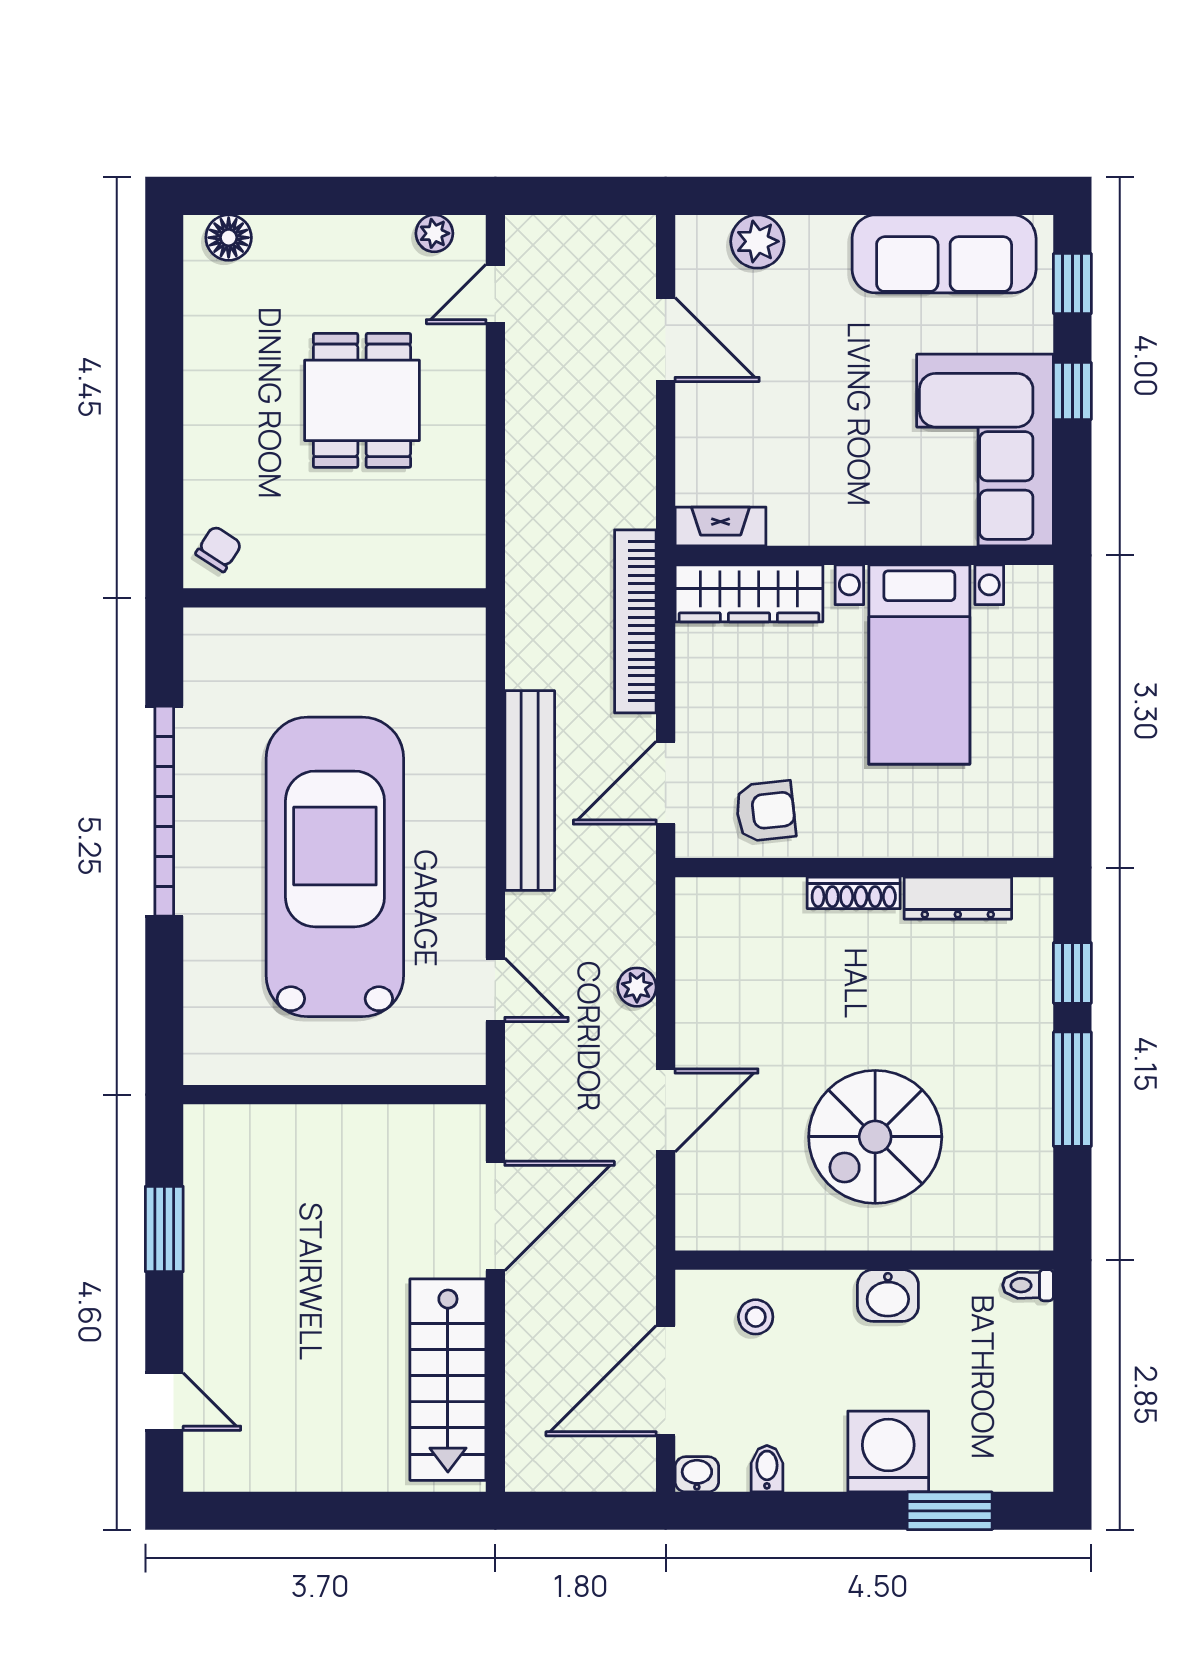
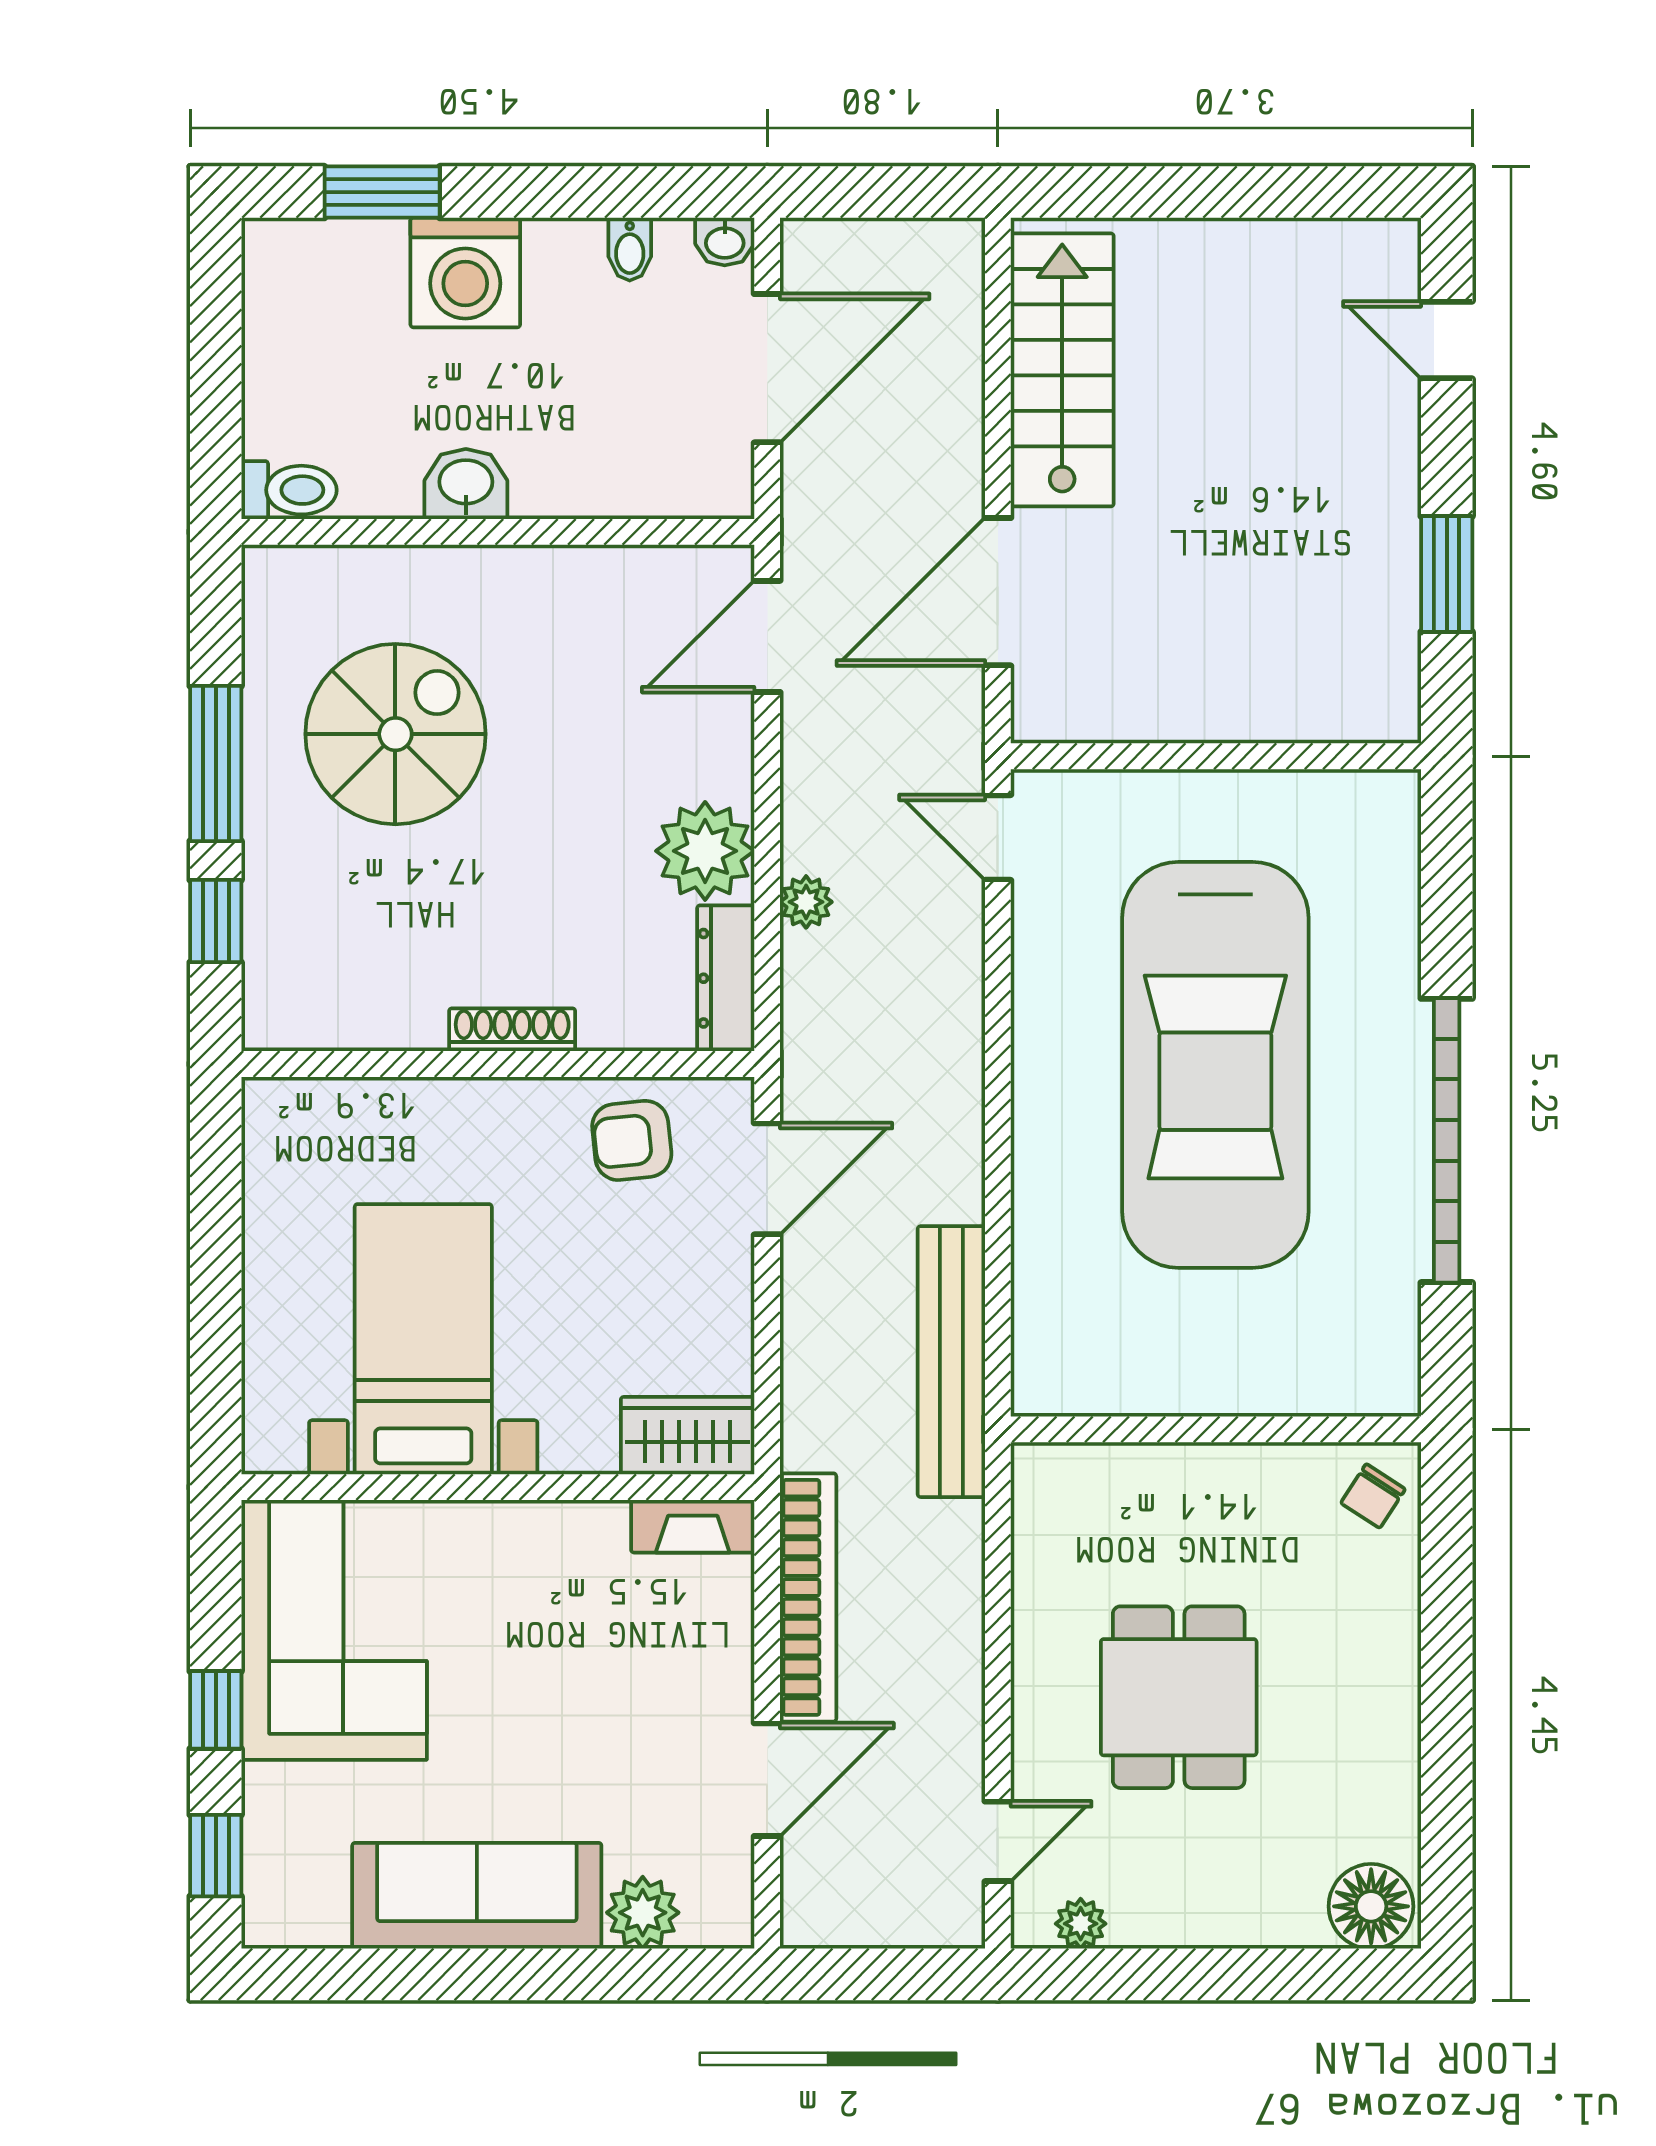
floor lamp: (229, 238) -> (1371, 1906), width x1.38, depth x1.38
sofa: (944, 254) -> (477, 1896), moved
door: (666, 340) -> (767, 1780), swing flipped
wardrobe: (749, 593) -> (688, 1436), width x0.67
bookcase: (635, 621) -> (808, 1597), moved
bench: (530, 791) -> (951, 1362), moved
dresser: (958, 898) -> (726, 978), moved, turned -90
door: (495, 990) -> (998, 838), moved
plant: (711, 1025) -> (705, 851), added
door: (666, 1110) -> (767, 636), moved
spiral stairs: (875, 1137) -> (395, 734), moved
toilet: (1028, 1285) -> (289, 490), width x1.37, depth x1.39
stool: (756, 1317) -> (645, 455), removed

